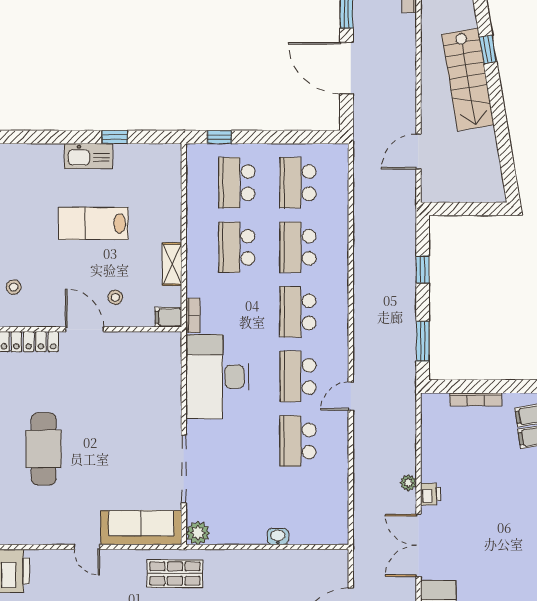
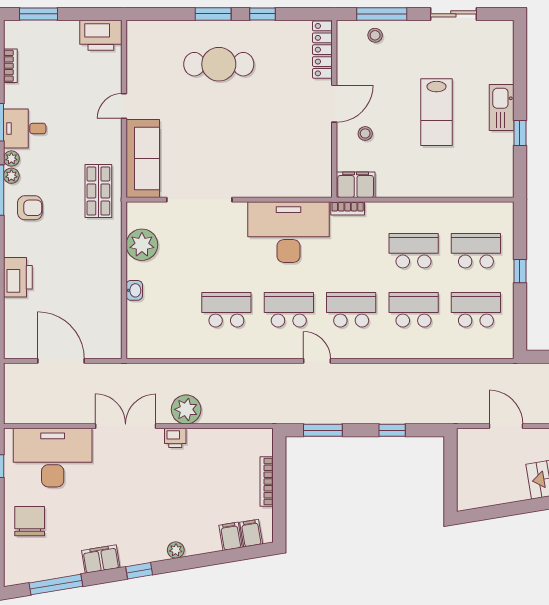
window: (219, 137) -> (520, 271), moved
lab bench: (93, 223) -> (436, 112), turned 180
shelving: (172, 264) -> (397, 188), removed
filing cabinet: (168, 317) -> (356, 185), width x2.00
door: (351, 396) -> (317, 361), moved
plant: (408, 483) -> (186, 409), width x1.88, depth x1.88
plant: (198, 533) -> (142, 245), moved, width x1.36, depth x1.36

